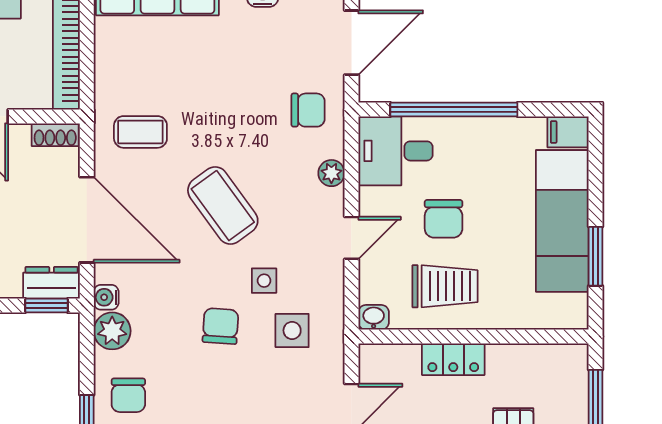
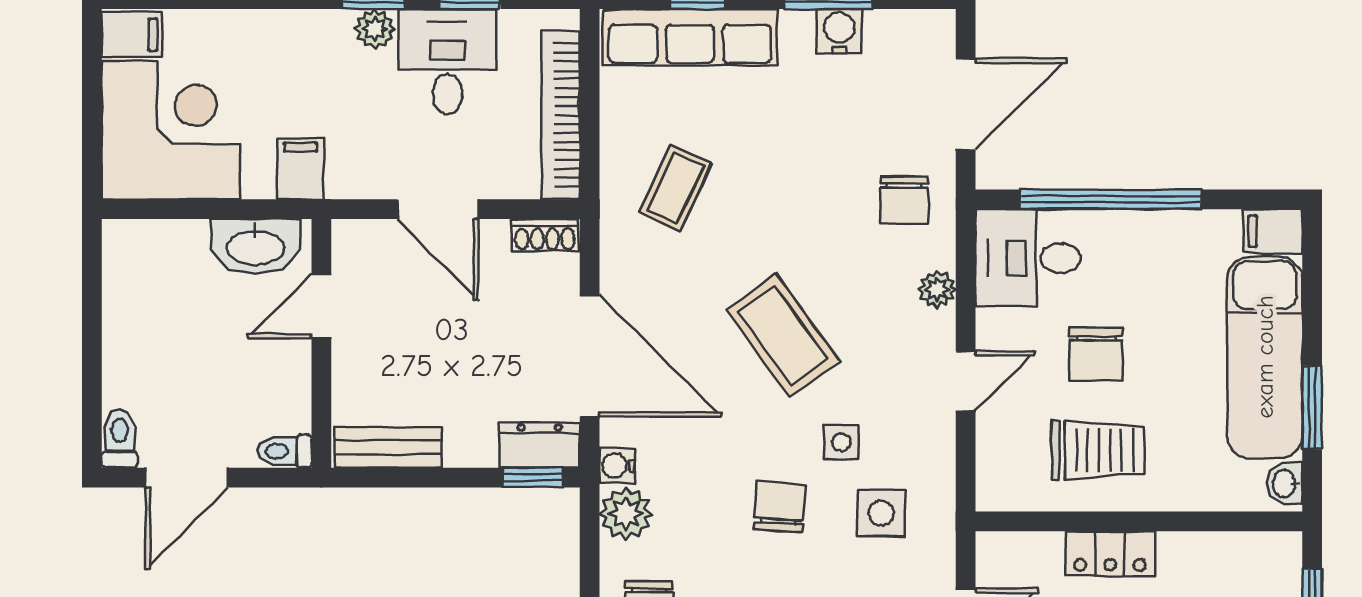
chair: (308, 110) -> (904, 200), turned 90
coffee table: (140, 132) -> (676, 188), moved, turned -65
washbasin: (374, 317) -> (1285, 484), moved, turned -90

